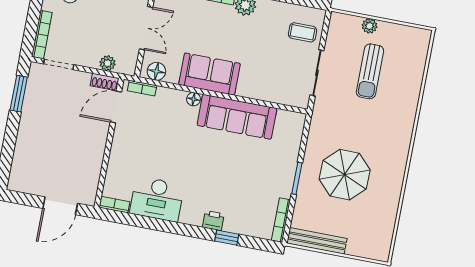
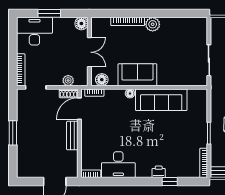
coffee table: (303, 32) -> (194, 35), removed
window: (19, 94) -> (13, 133), moved
bench: (98, 144) -> (72, 136), added

